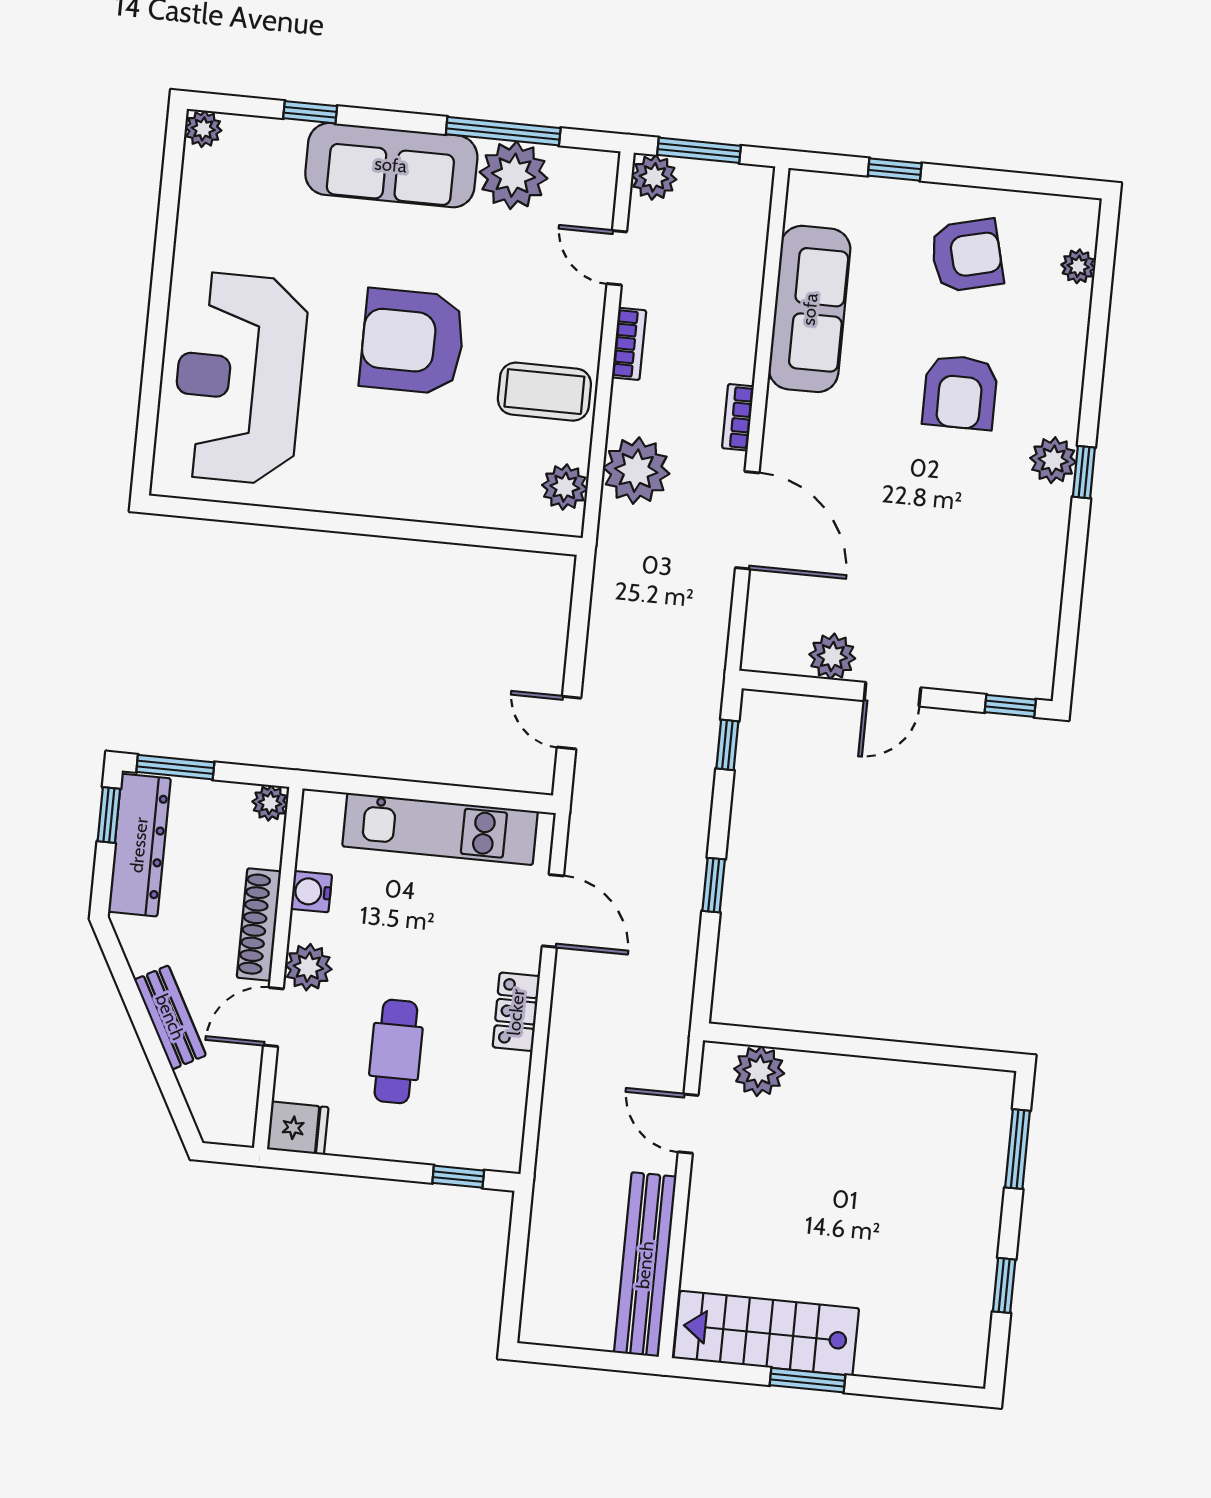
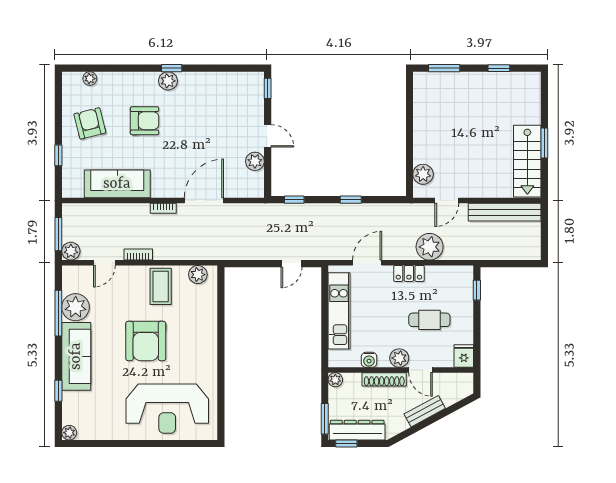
plant: (636, 471) -> (430, 247), moved

